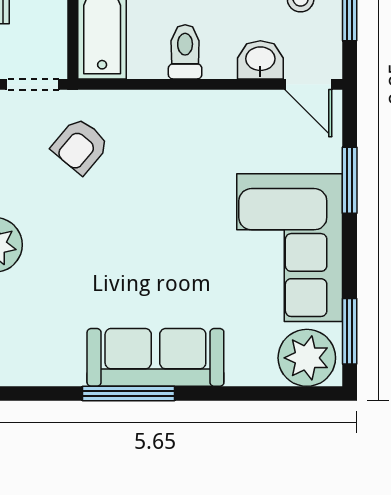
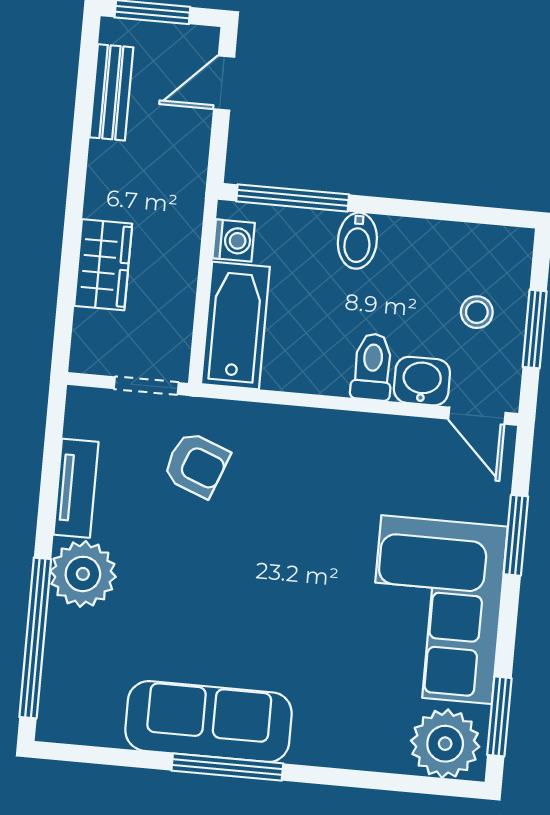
toilet: (185, 52) -> (372, 367), moved
armchair: (80, 146) -> (196, 465), turned -109
sofa: (155, 357) -> (208, 722), moved

